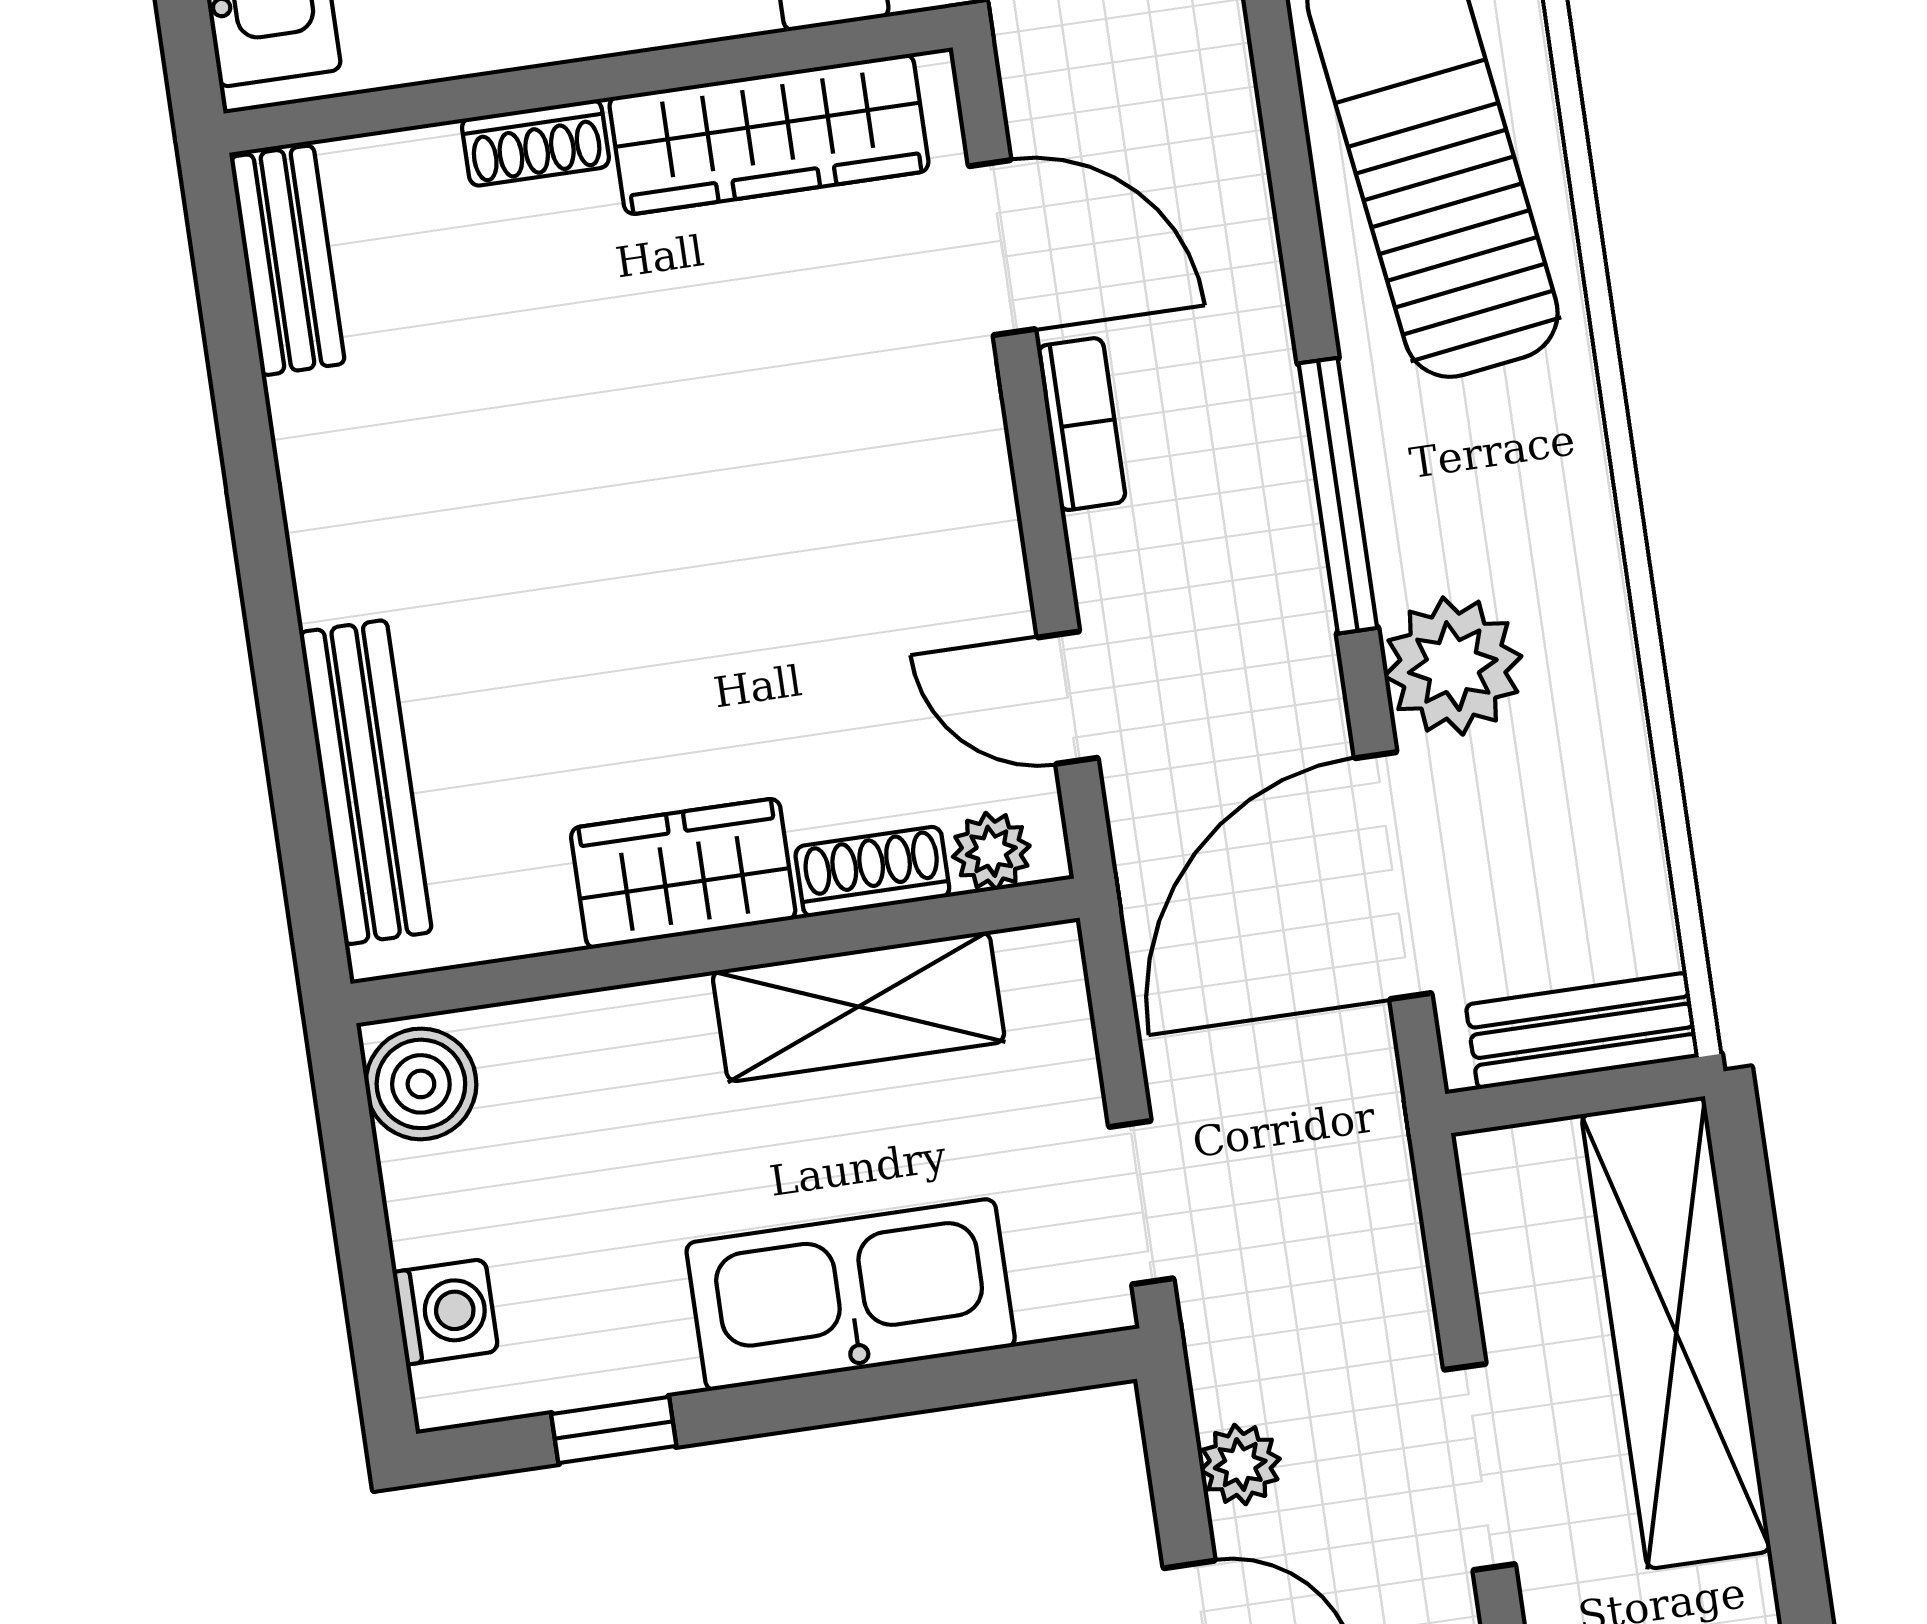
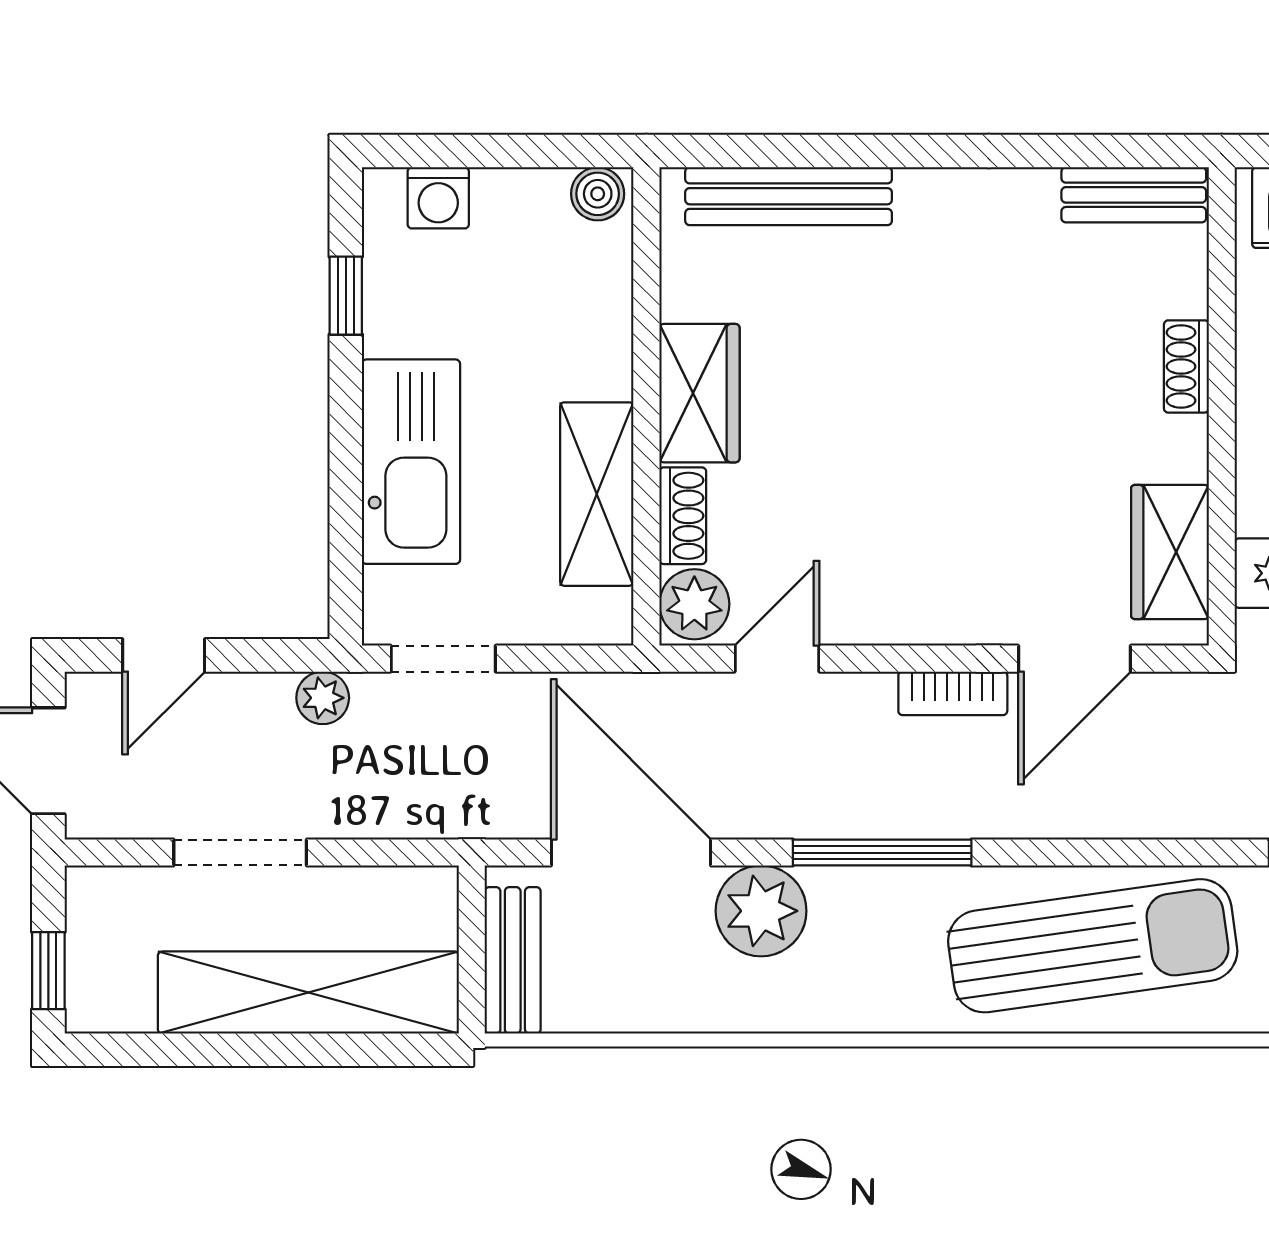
wardrobe: (769, 134) -> (1170, 552), width x0.67
plant: (991, 851) -> (694, 604), width x1.38, depth x1.38
boiler: (421, 1084) -> (598, 194), width x0.73, depth x0.73
plant: (1240, 1464) -> (323, 698), moved

